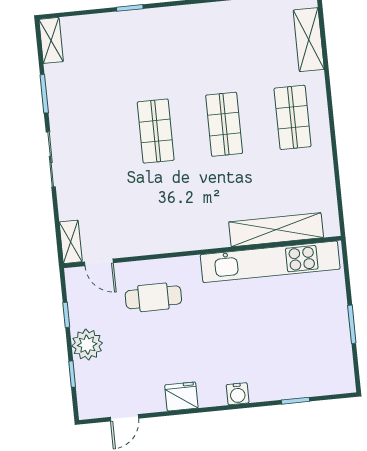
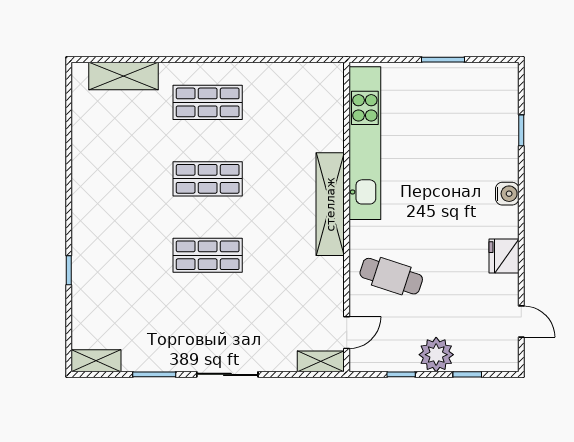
shelving: (276, 230) -> (330, 204), moved
cafe table: (153, 297) -> (391, 276), turned -72

